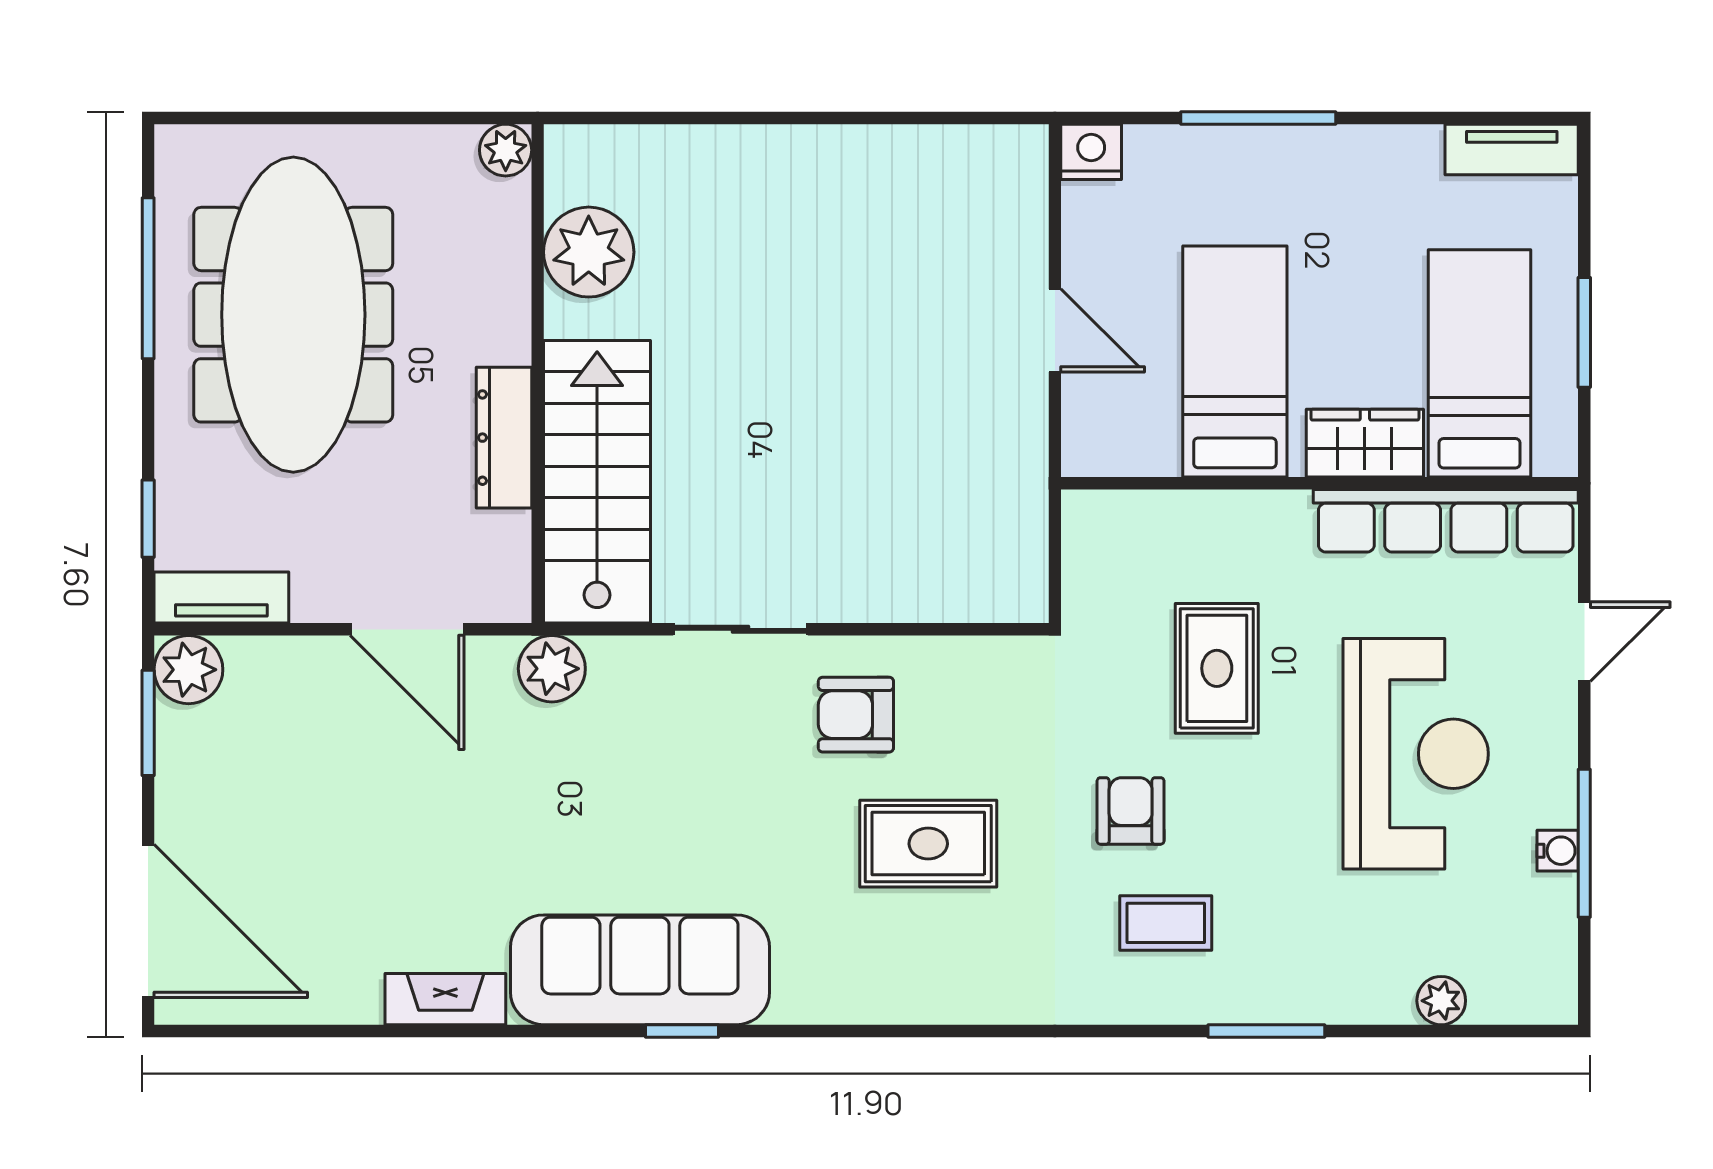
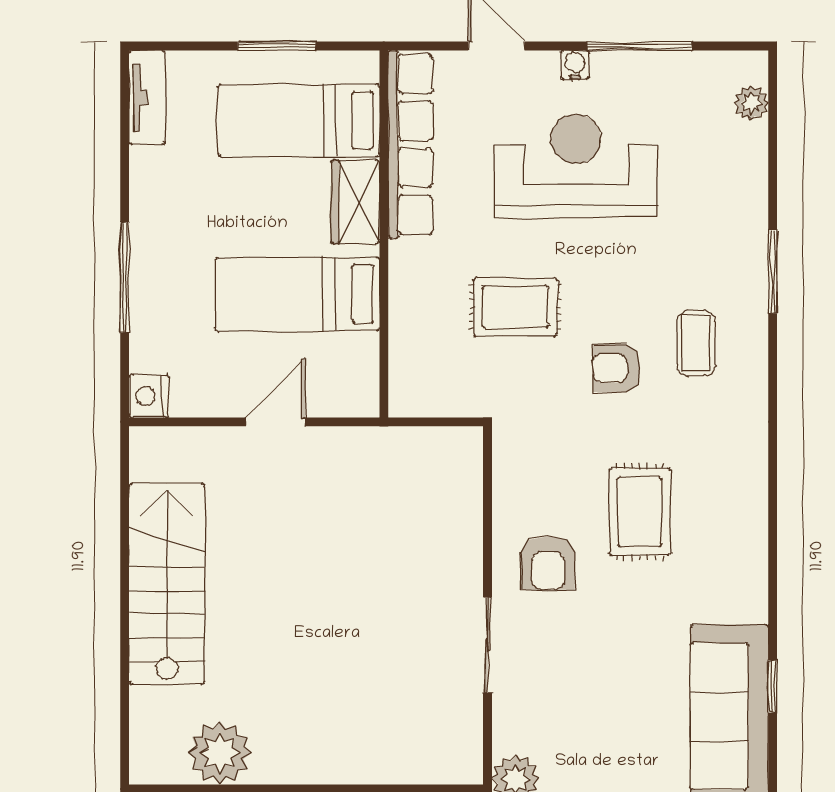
stairs: (597, 482) -> (167, 584), moved, turned 90
water cooler: (1558, 851) -> (575, 65), moved
plant: (1441, 1001) -> (751, 103), moved

